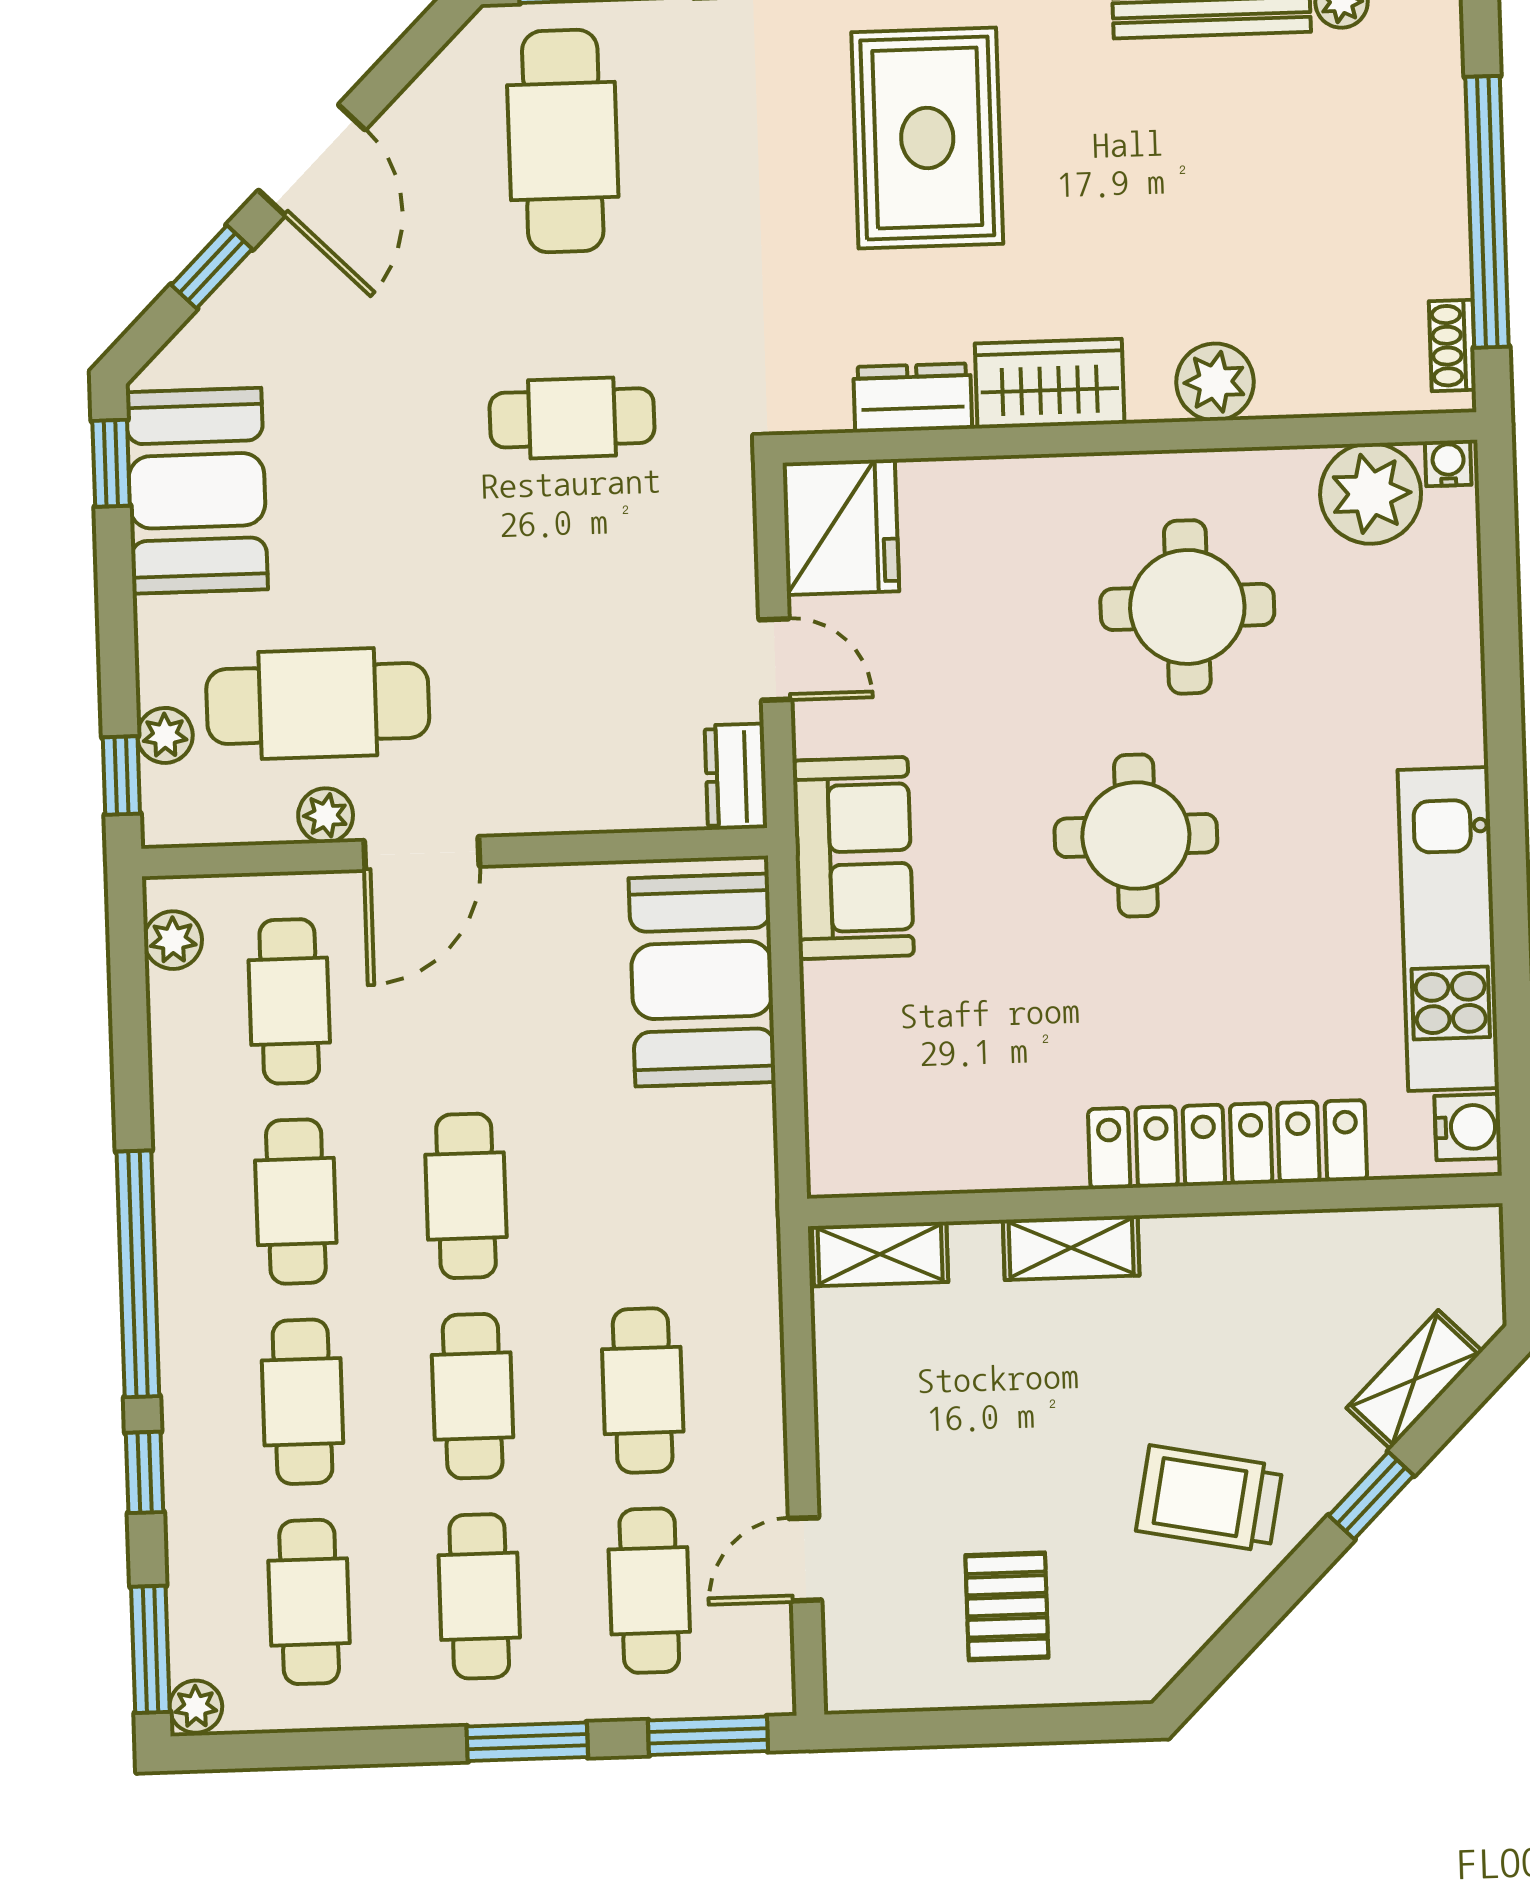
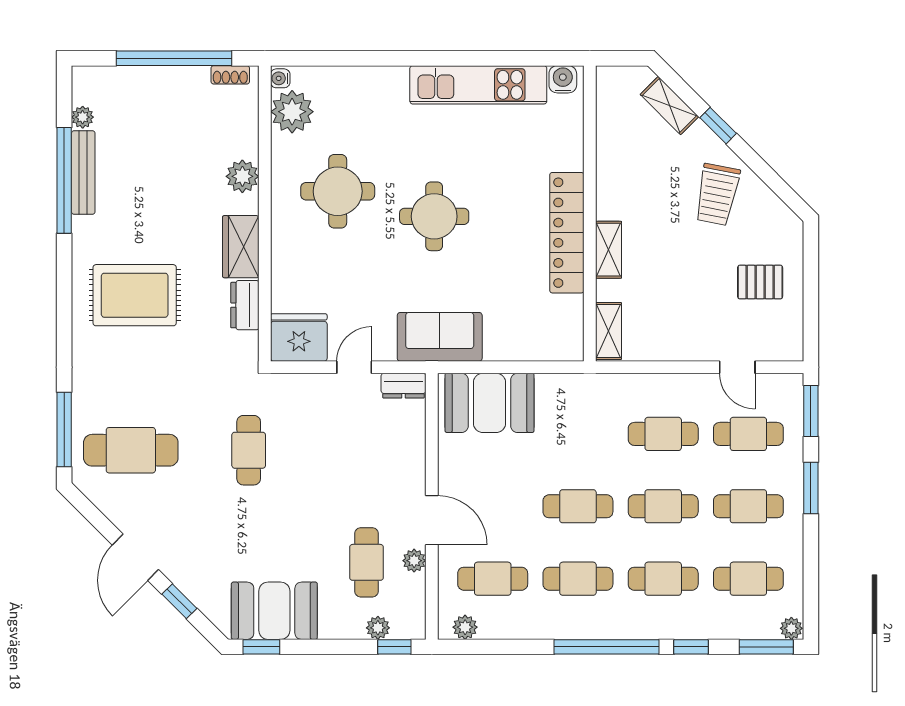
door: (312, 160) -> (135, 557), swing flipped
cafe table: (318, 704) -> (367, 562), width x0.73, depth x0.74
locker: (1228, 1145) -> (567, 233), moved

